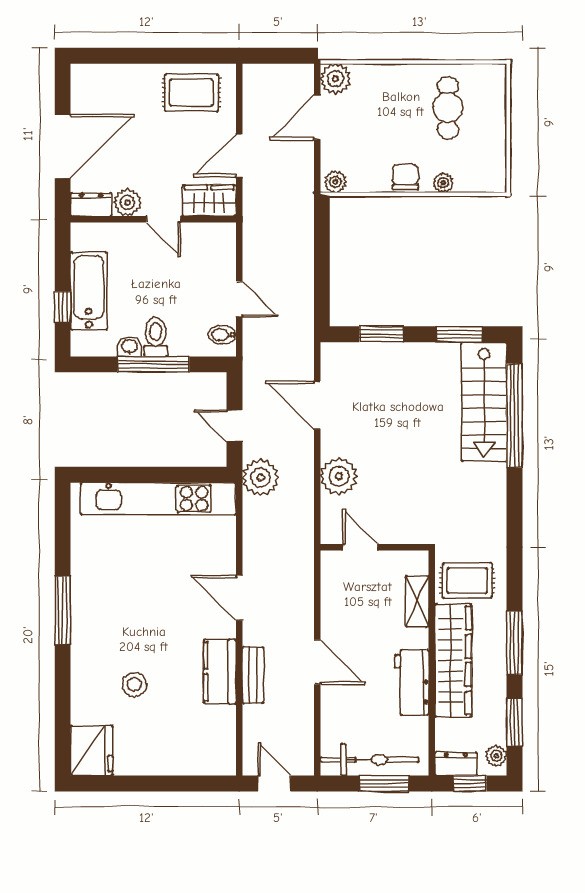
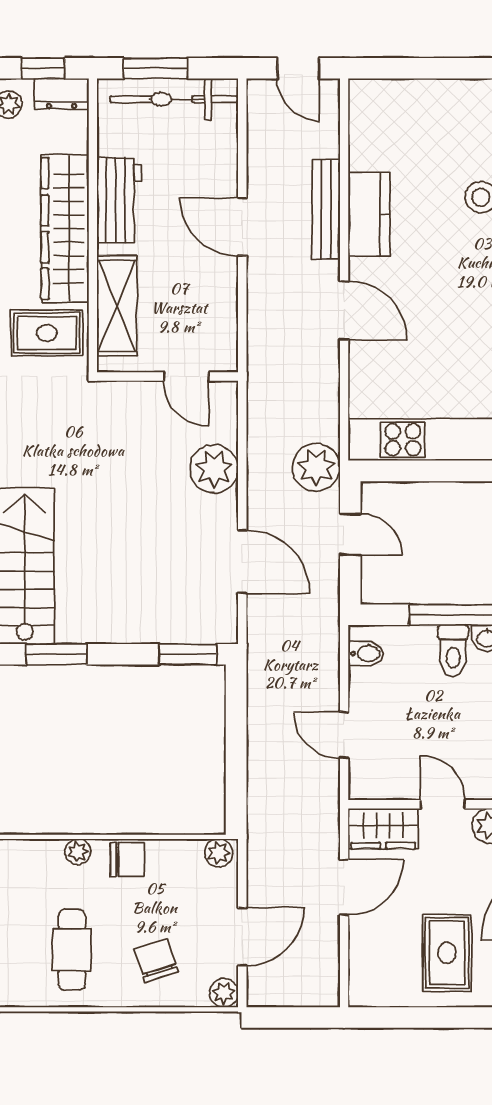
plant: (336, 79) -> (224, 993), width x0.73, depth x0.73
rug: (191, 93) -> (447, 953), moved, turned 90
chair: (383, 99) -> (156, 961), added
chair: (405, 177) -> (127, 860), turned -90
door: (239, 299) -> (344, 735), moved
window: (381, 334) -> (188, 654), moved
shelving: (417, 601) -> (117, 306), width x1.50, depth x1.33
bench: (253, 675) -> (326, 210), width x1.36

